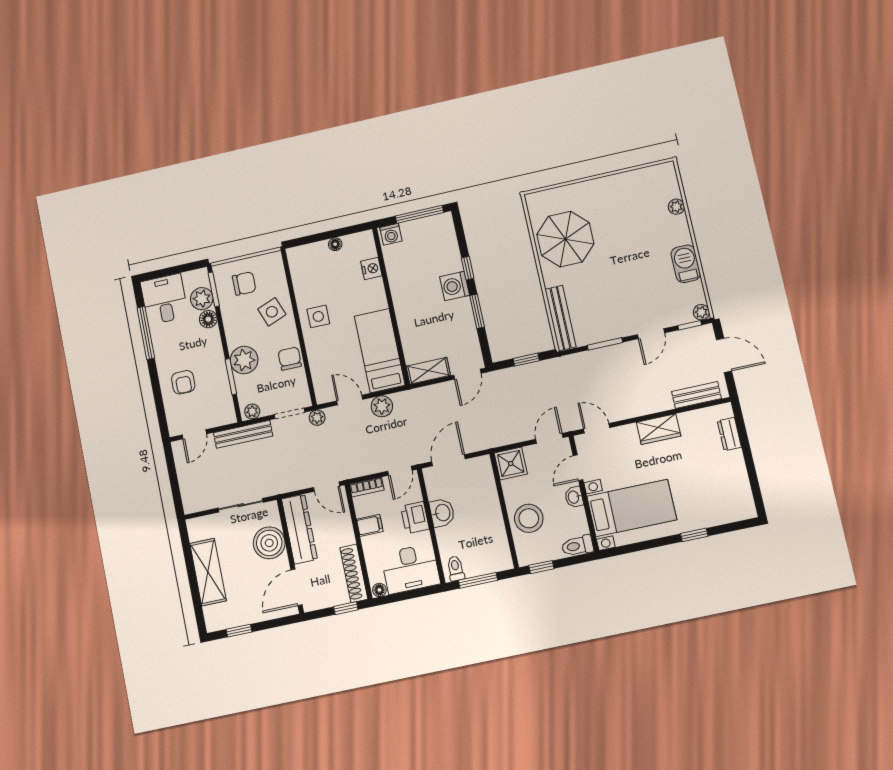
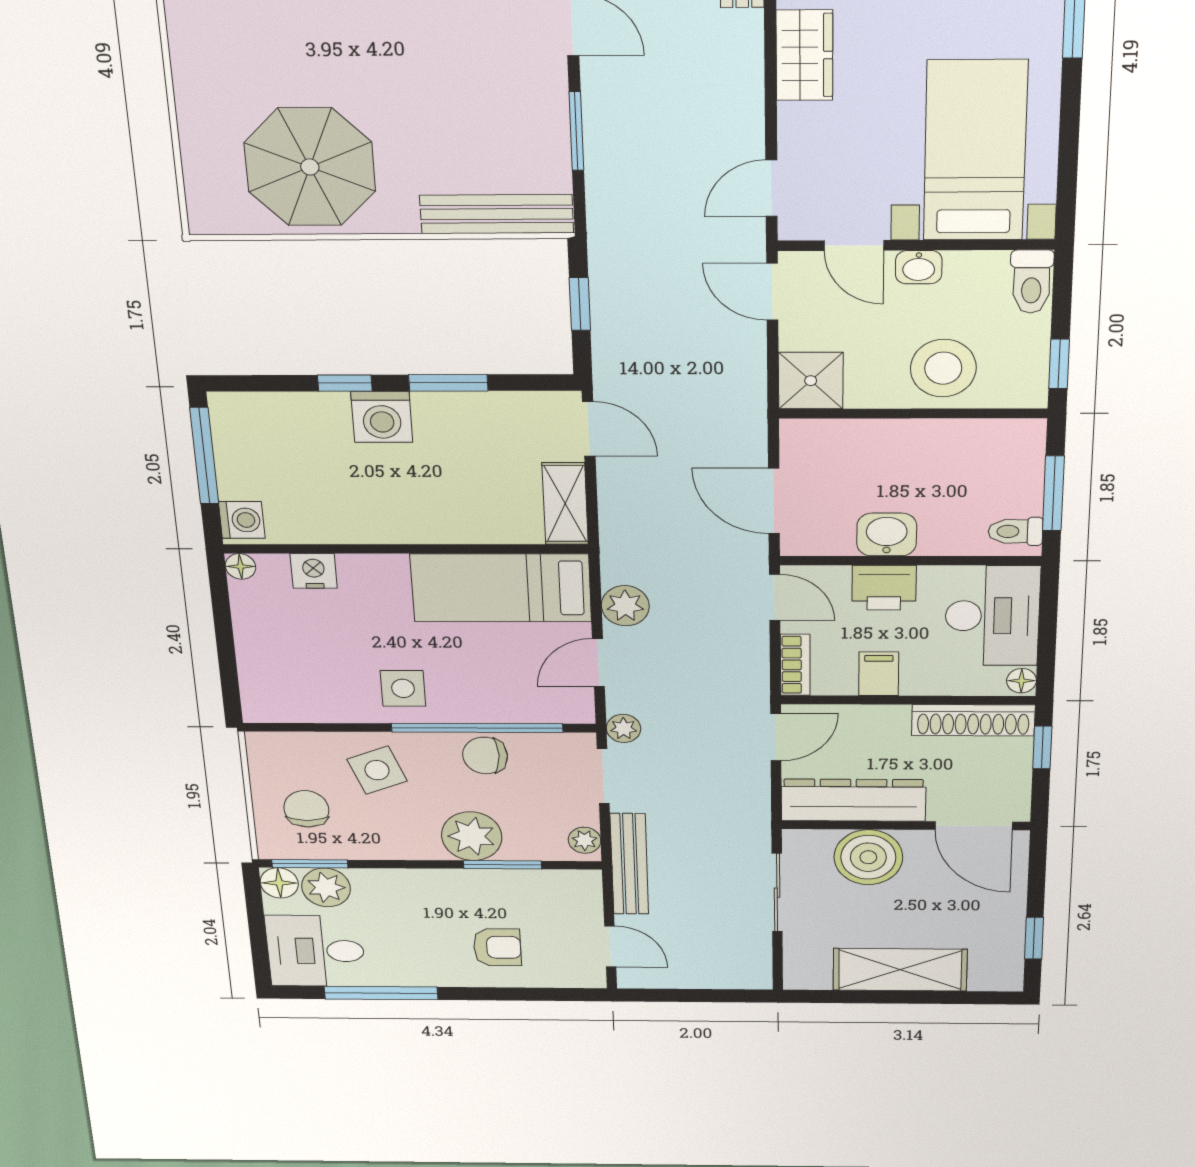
floor lamp: (335, 244) -> (240, 566), moved
floor lamp: (208, 319) -> (279, 883), moved
window: (304, 353) -> (477, 728), added

